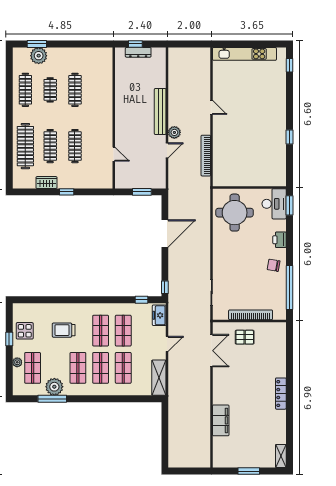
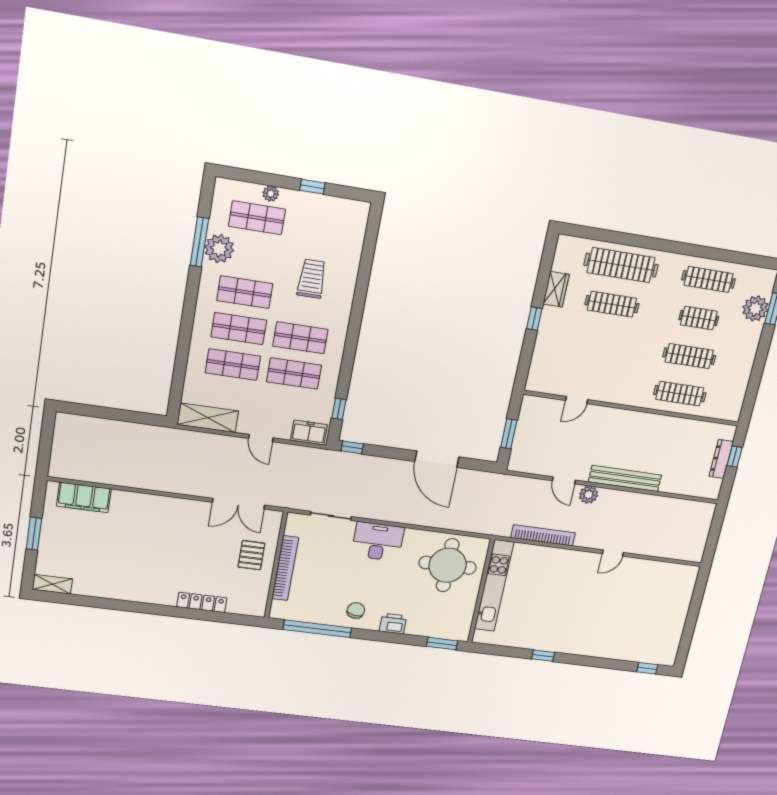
kitchen unit: (244, 54) -> (494, 586), moved, turned 180
clothes rail: (75, 146) -> (680, 394), moved
desk: (274, 204) -> (378, 542), moved, turned 180
display table: (25, 331) -> (322, 215), removed
locker: (281, 394) -> (202, 602), moved
filing cabinet: (221, 420) -> (84, 497), moved

